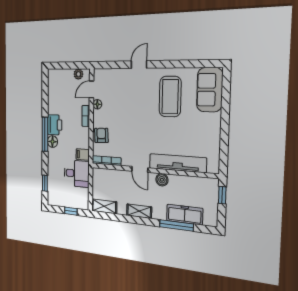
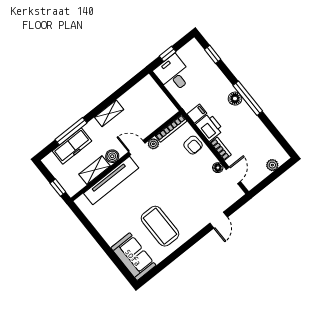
door: (139, 65) -> (219, 220), moved
plant: (78, 74) -> (272, 165), moved
printer: (55, 125) -> (209, 127), moved, turned 180
plant: (127, 161) -> (153, 144), added
desk: (77, 173) -> (173, 74), moved, turned 90
shelving: (104, 206) -> (95, 170), moved

